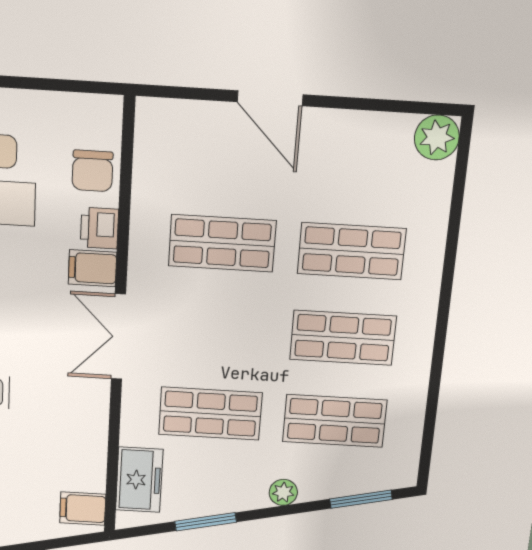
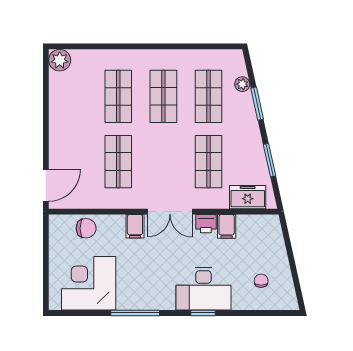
door: (270, 98) -> (46, 185), moved
printer: (99, 228) -> (206, 224), moved
plant: (283, 492) -> (242, 84), moved
window: (361, 499) -> (257, 104), moved
filing cabinet: (83, 509) -> (227, 226), moved

